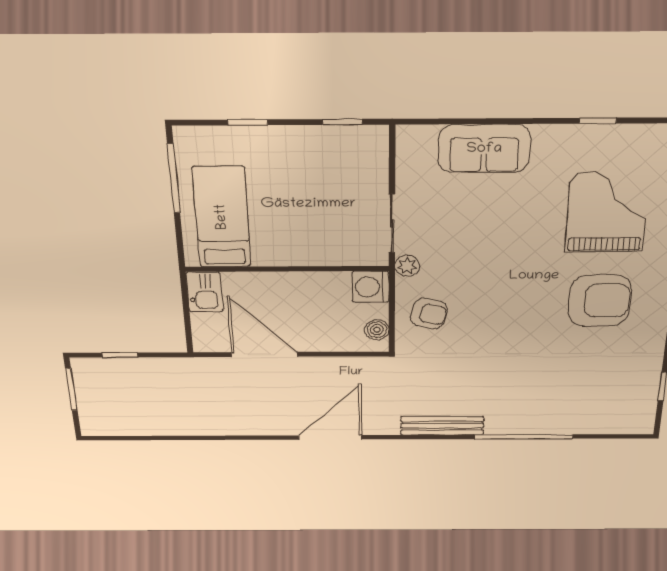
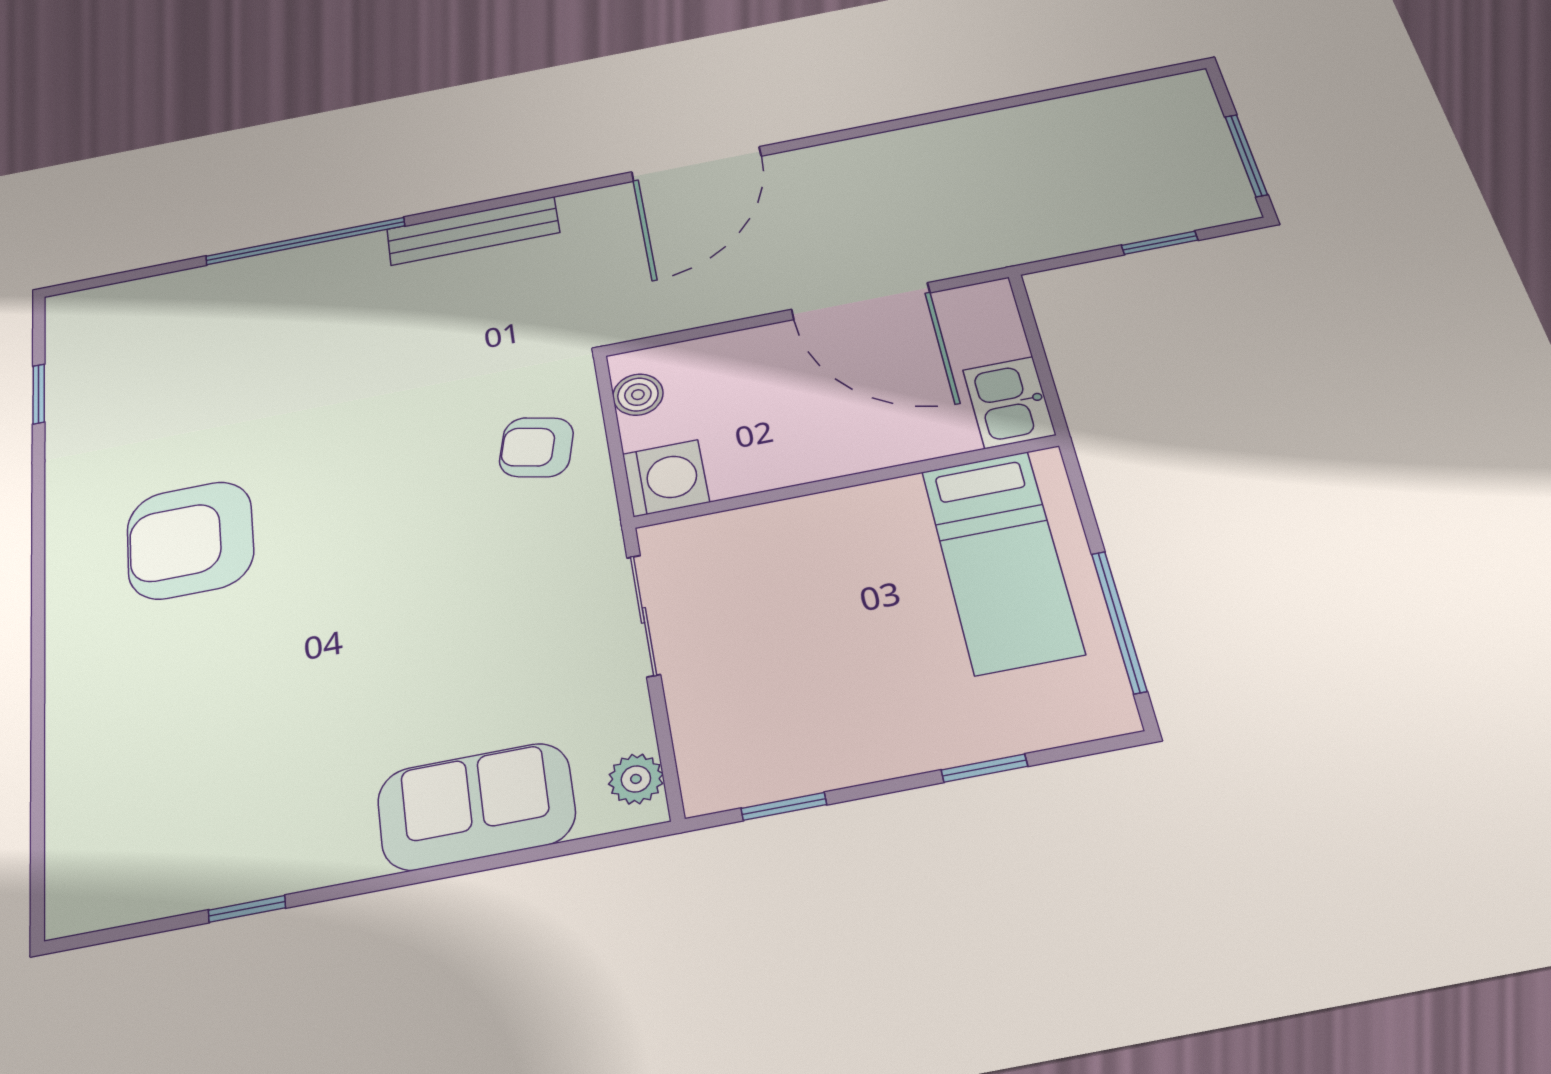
grand piano: (607, 212) -> (201, 723), removed
plant: (407, 266) -> (636, 779), moved

